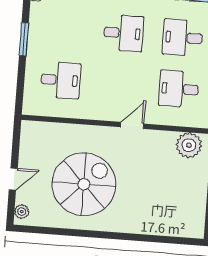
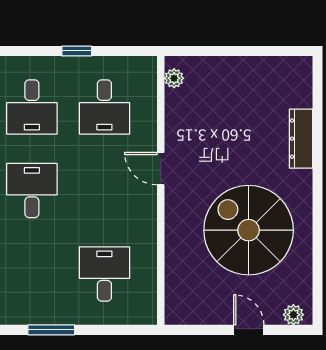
plant: (189, 145) -> (174, 78), width x0.53, depth x0.53
dresser: (146, 226) -> (301, 139), added

